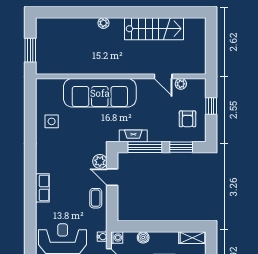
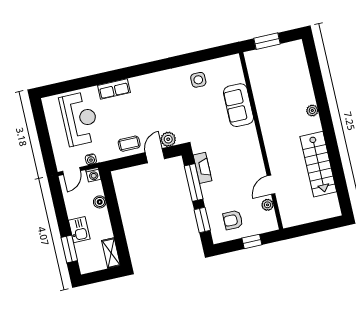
sofa: (100, 93) -> (239, 105), width x0.54, depth x0.79
row of seats: (42, 188) -> (114, 89), moved

